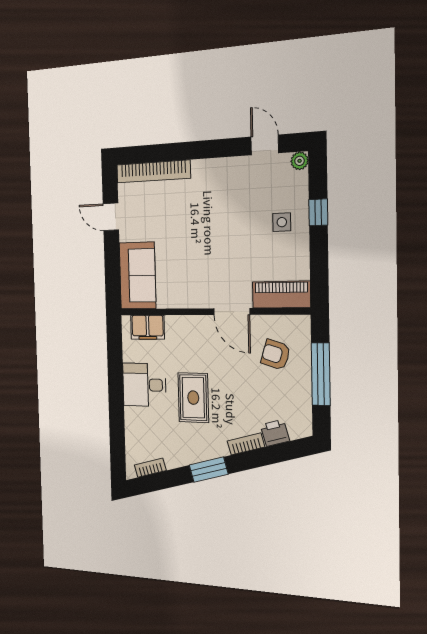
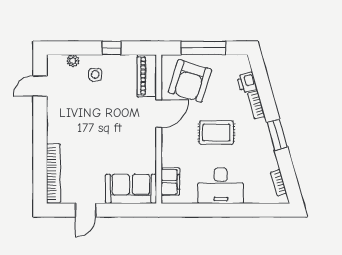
plant: (300, 161) -> (73, 61), moved
window: (318, 212) -> (112, 48), moved
armchair: (276, 355) -> (190, 81), width x1.88, depth x1.88
desk: (144, 385) -> (221, 186), width x1.37
rug: (193, 398) -> (216, 133), moved

